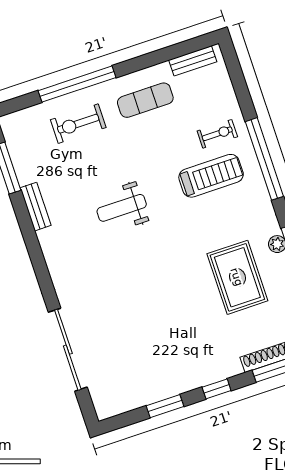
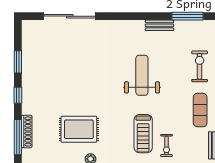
weight bench: (122, 208) -> (142, 75), width x1.36, depth x1.33

